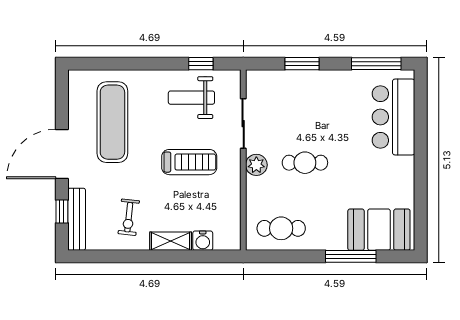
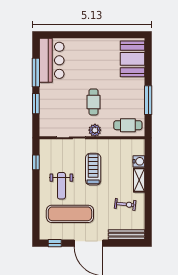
window: (376, 64) -> (36, 72), moved
weight bench: (191, 98) -> (61, 186), moved
bar counter: (393, 117) -> (52, 60), moved, turned -90
window: (62, 212) -> (55, 243), moved
cafe table: (281, 228) -> (128, 125), moved, turned 90
window: (351, 256) -> (148, 100), moved

